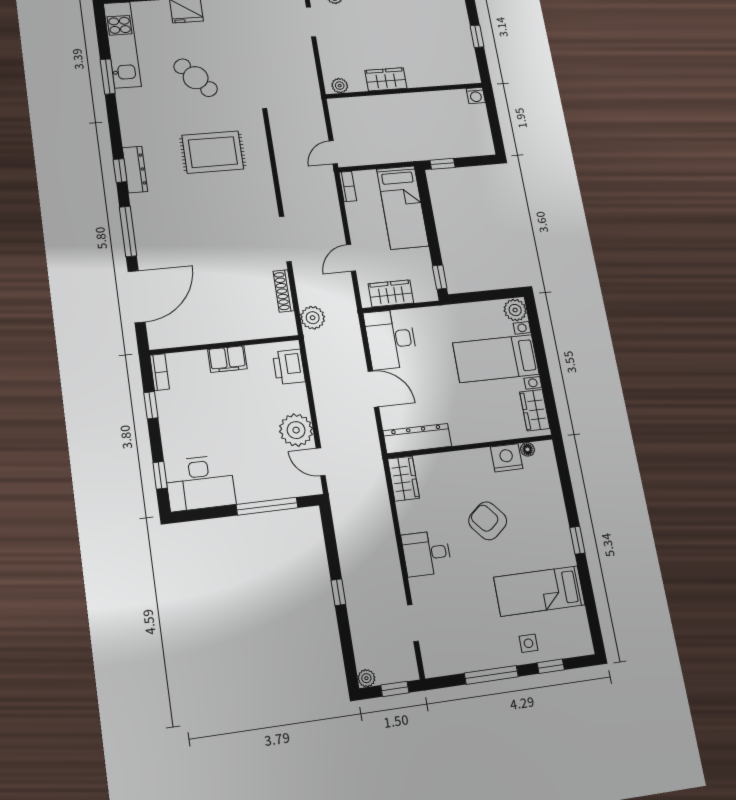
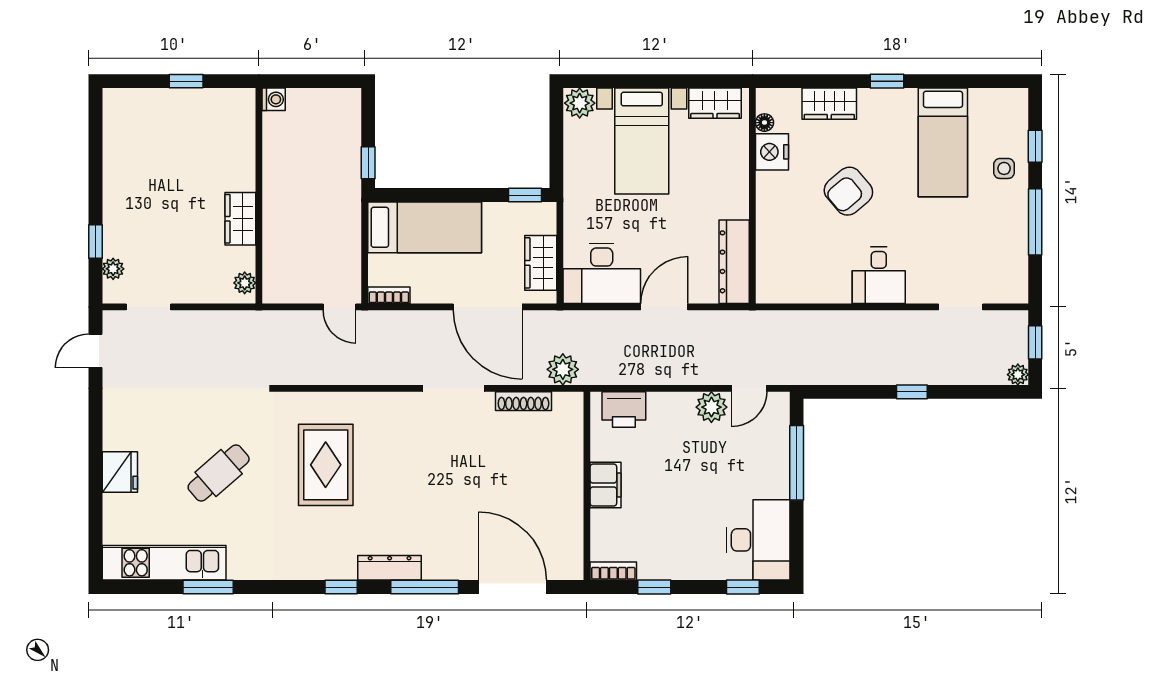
dresser: (135, 170) -> (390, 568), moved
door: (351, 258) -> (488, 307), width x1.87
plant: (296, 430) -> (711, 407), width x0.73, depth x0.73
wardrobe: (404, 479) -> (829, 104), moved, turned 180

